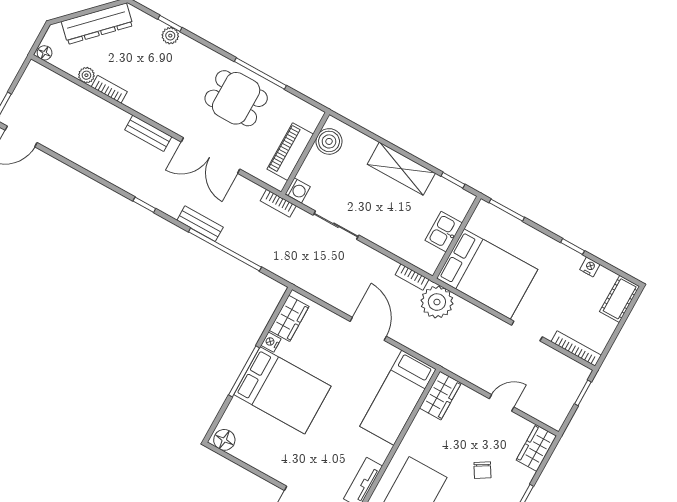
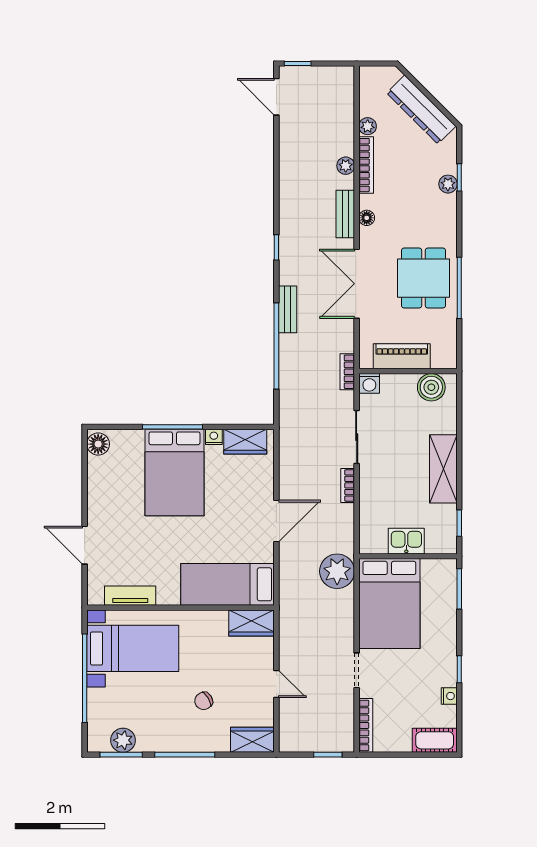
floor lamp: (45, 53) -> (367, 218), moved
bookcase: (109, 89) -> (366, 165), width x1.56
plant: (109, 111) -> (346, 166), added
bookcase: (412, 277) -> (348, 485), moved

